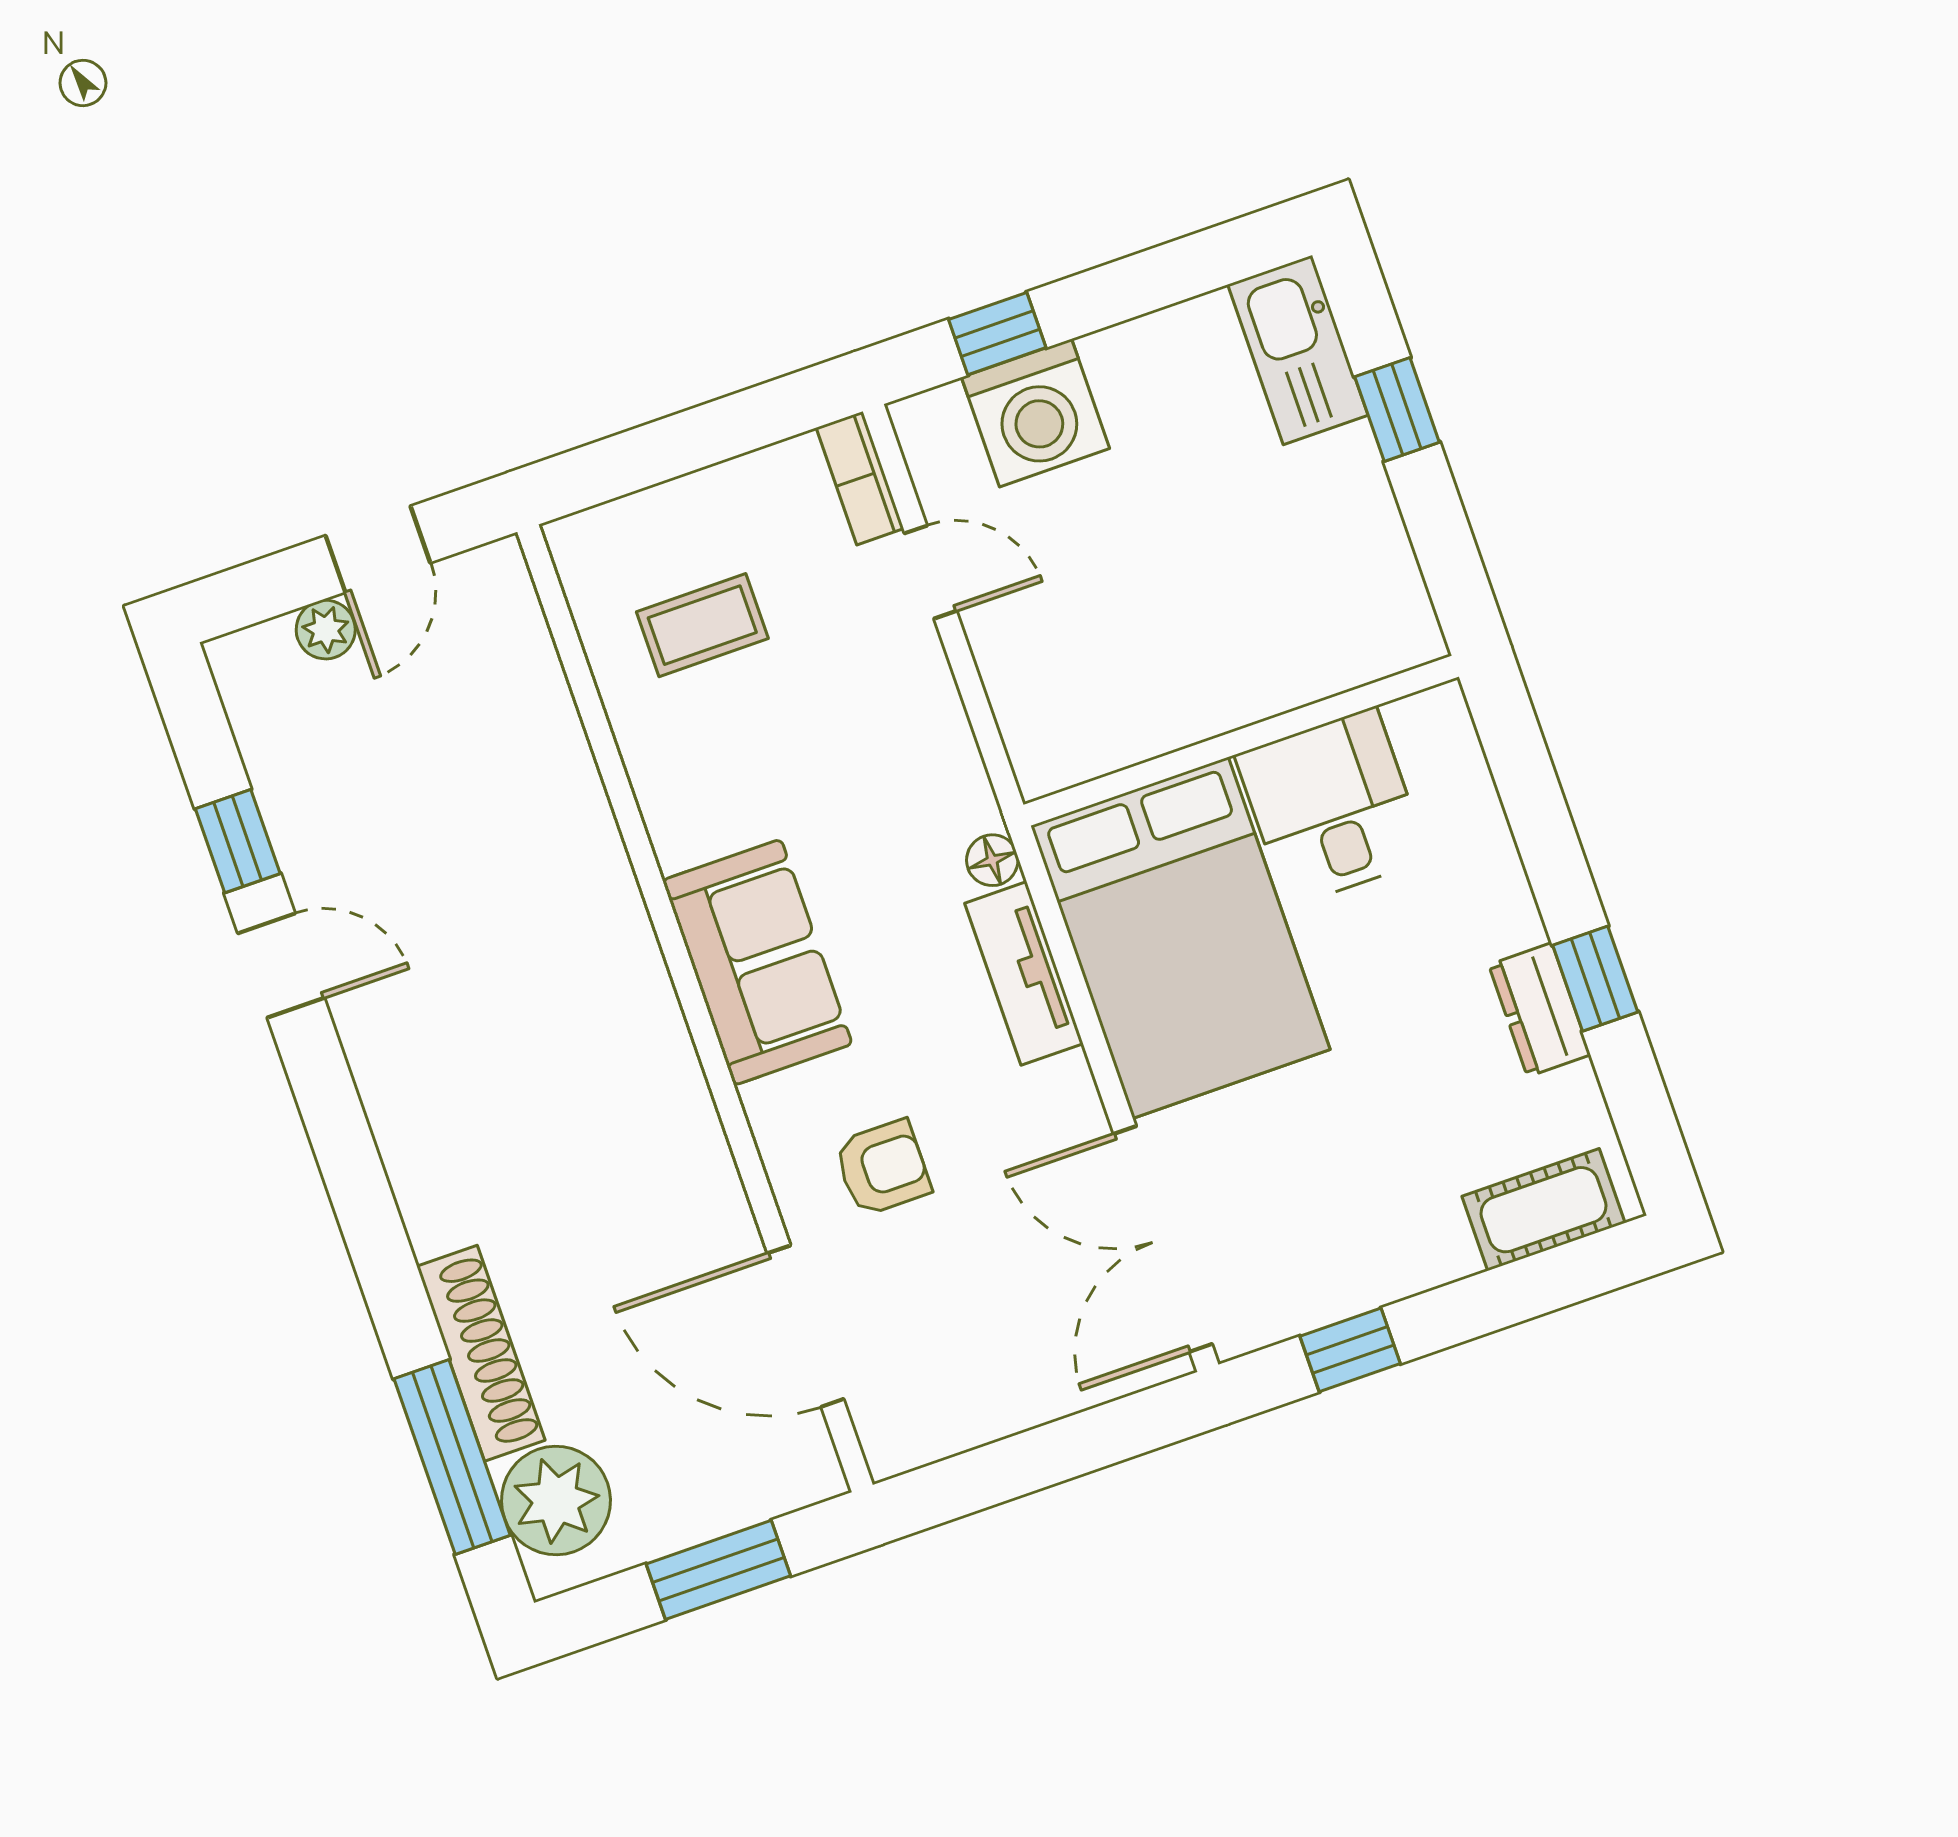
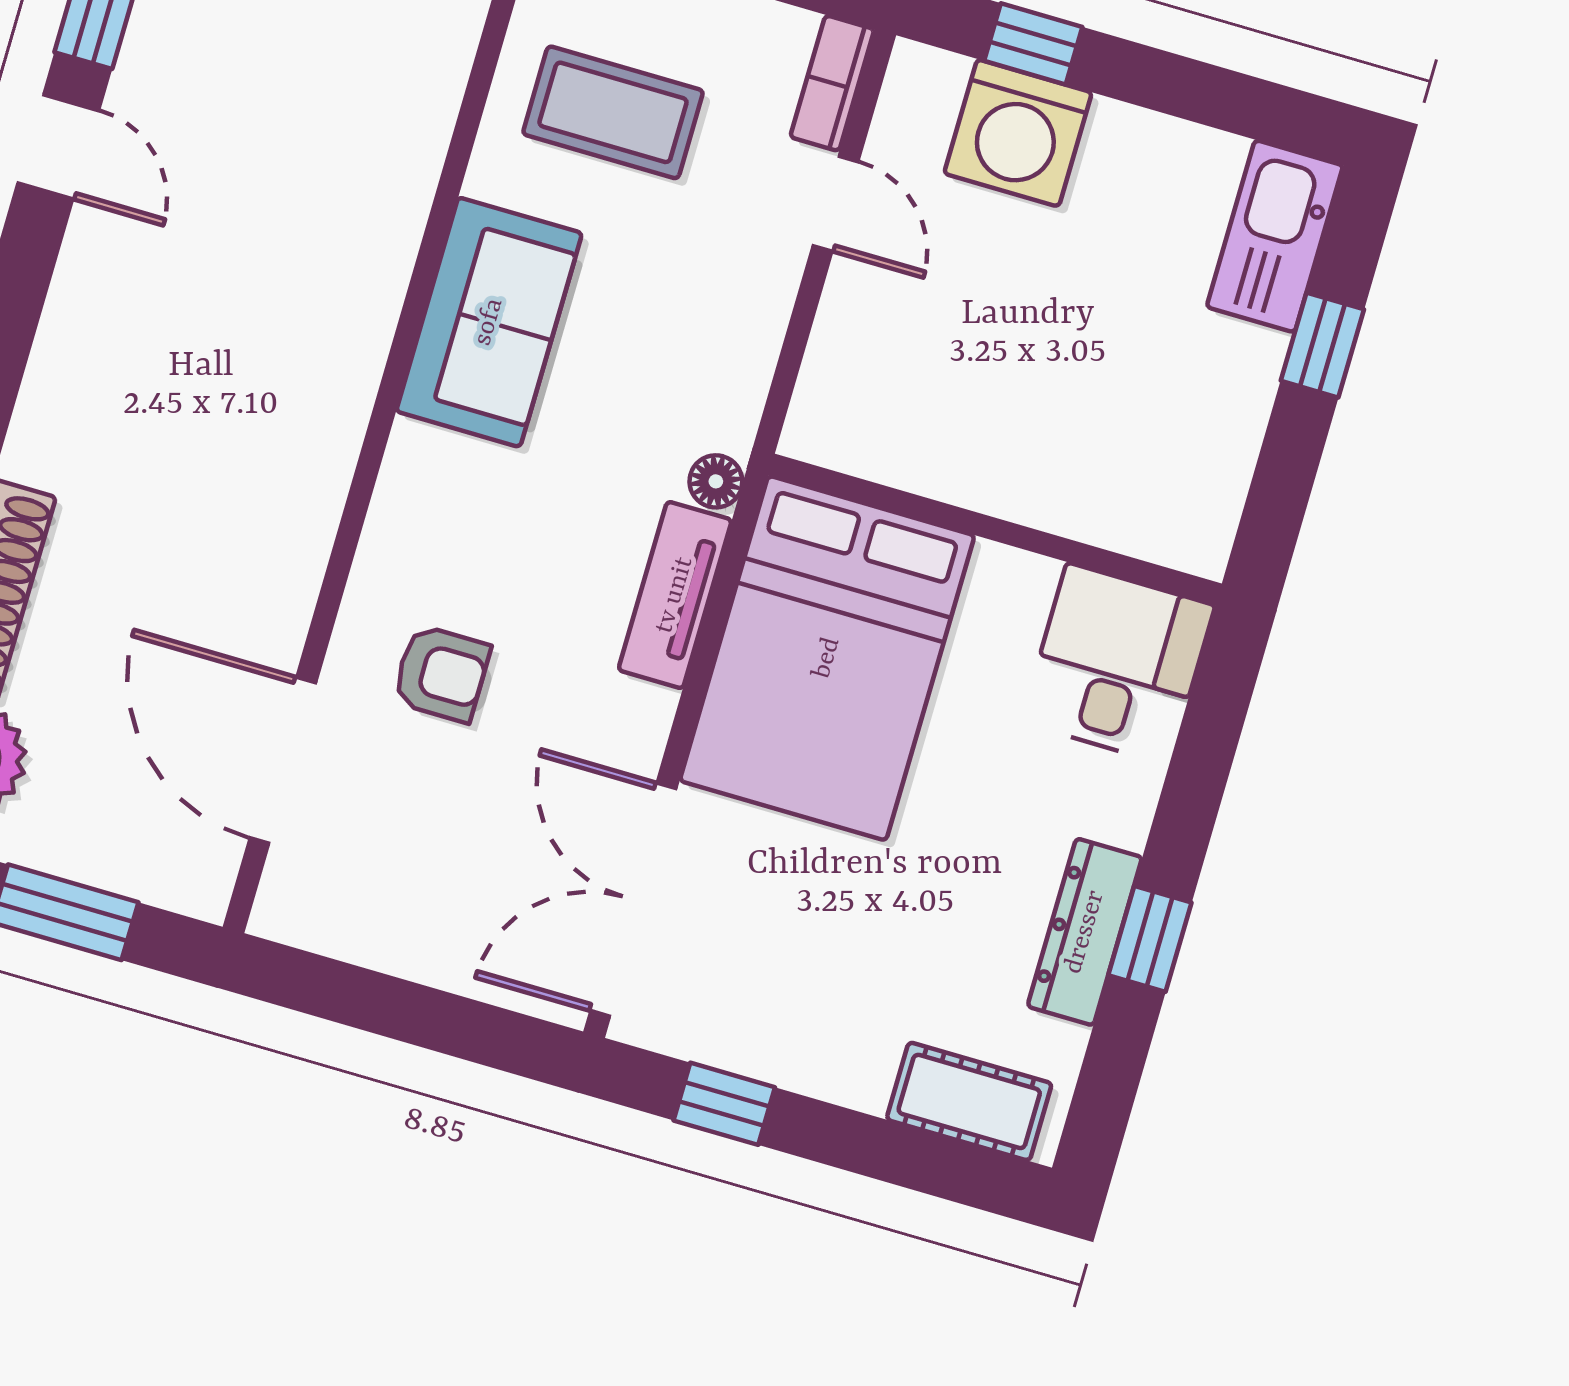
coffee table: (702, 625) -> (613, 112), width x1.36, depth x1.30
desk: (1332, 807) -> (1118, 664), moved
sofa: (757, 962) -> (489, 322), moved
dresser: (1540, 1010) -> (1085, 932), width x1.44

